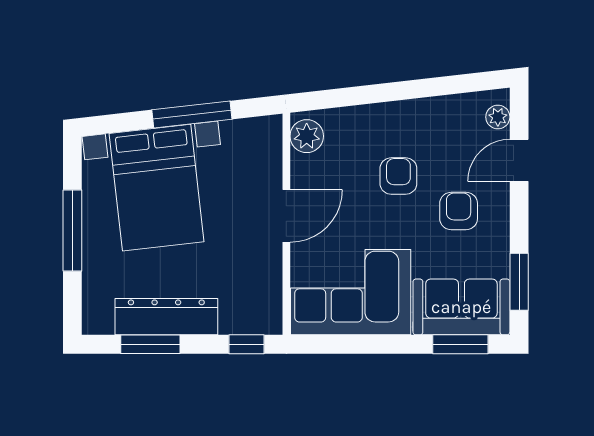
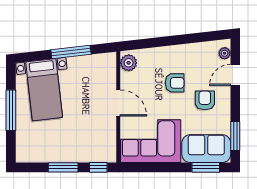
armchair: (398, 176) -> (175, 83), turned 90
bed with nightstands: (157, 188) -> (44, 90), width x0.73
door: (286, 216) -> (118, 103), hinge flipped
dresser: (166, 317) -> (58, 153), removed
window: (150, 344) -> (63, 167), moved

